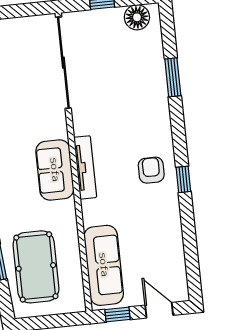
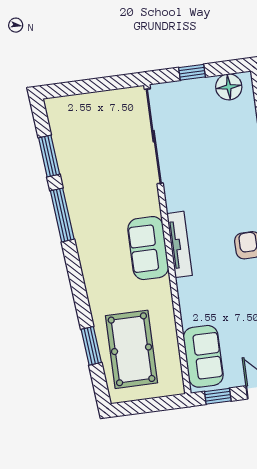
sofa: (104, 265) -> (203, 356), width x0.73

